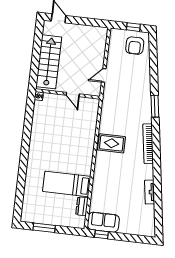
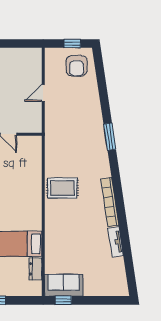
door: (104, 75) -> (43, 93), moved
bookcase: (148, 144) -> (110, 202), moved

